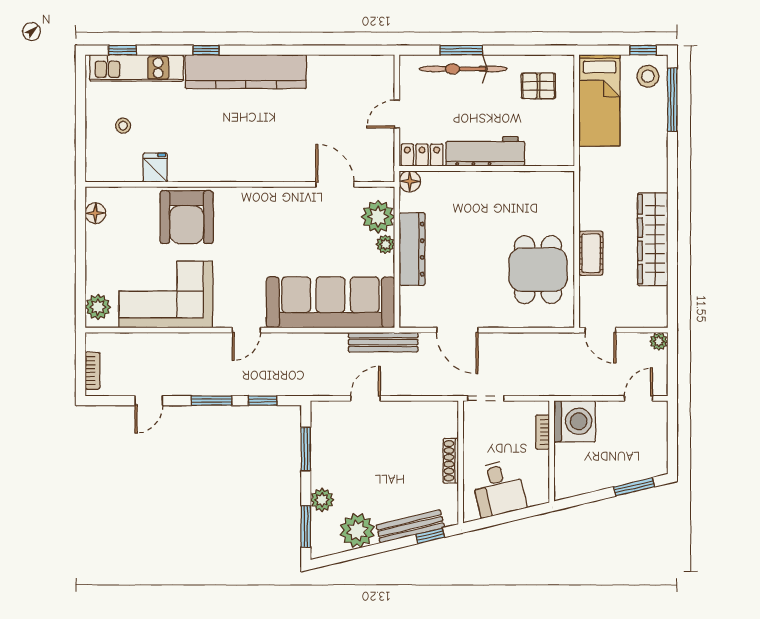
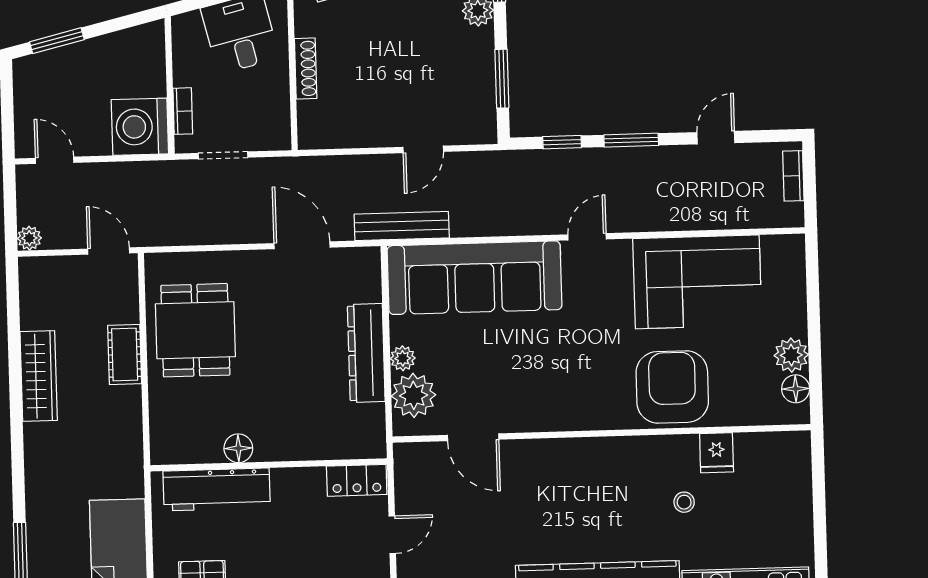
stool: (123, 126) -> (684, 502), moved
workbench: (485, 151) -> (217, 489), moved
floor lamp: (410, 181) -> (238, 448), moved
wardrobe: (653, 239) -> (39, 376), width x0.71, depth x0.85
plant: (98, 307) -> (791, 355), moved
doorway: (486, 398) -> (223, 155), moved
door: (638, 398) -> (55, 160), swing flipped

